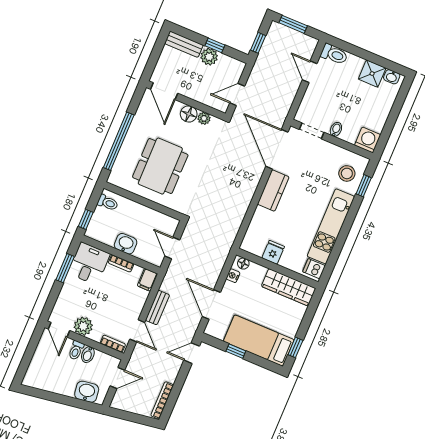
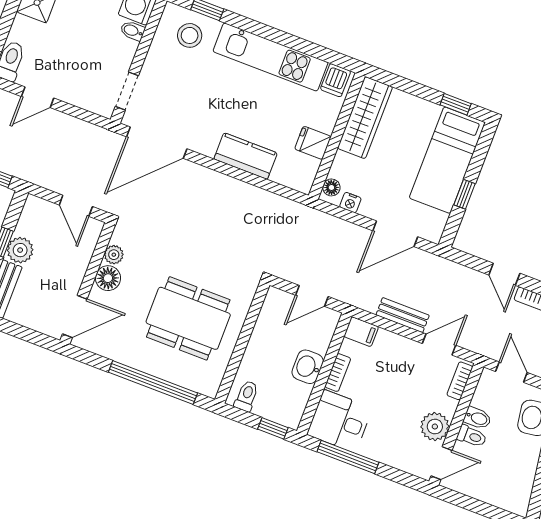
bidet: (336, 129) -> (133, 31), moved
kitchen counter: (273, 191) -> (246, 156), moved
window: (65, 268) -> (348, 457), width x1.44
door: (192, 353) -> (504, 274), moved

